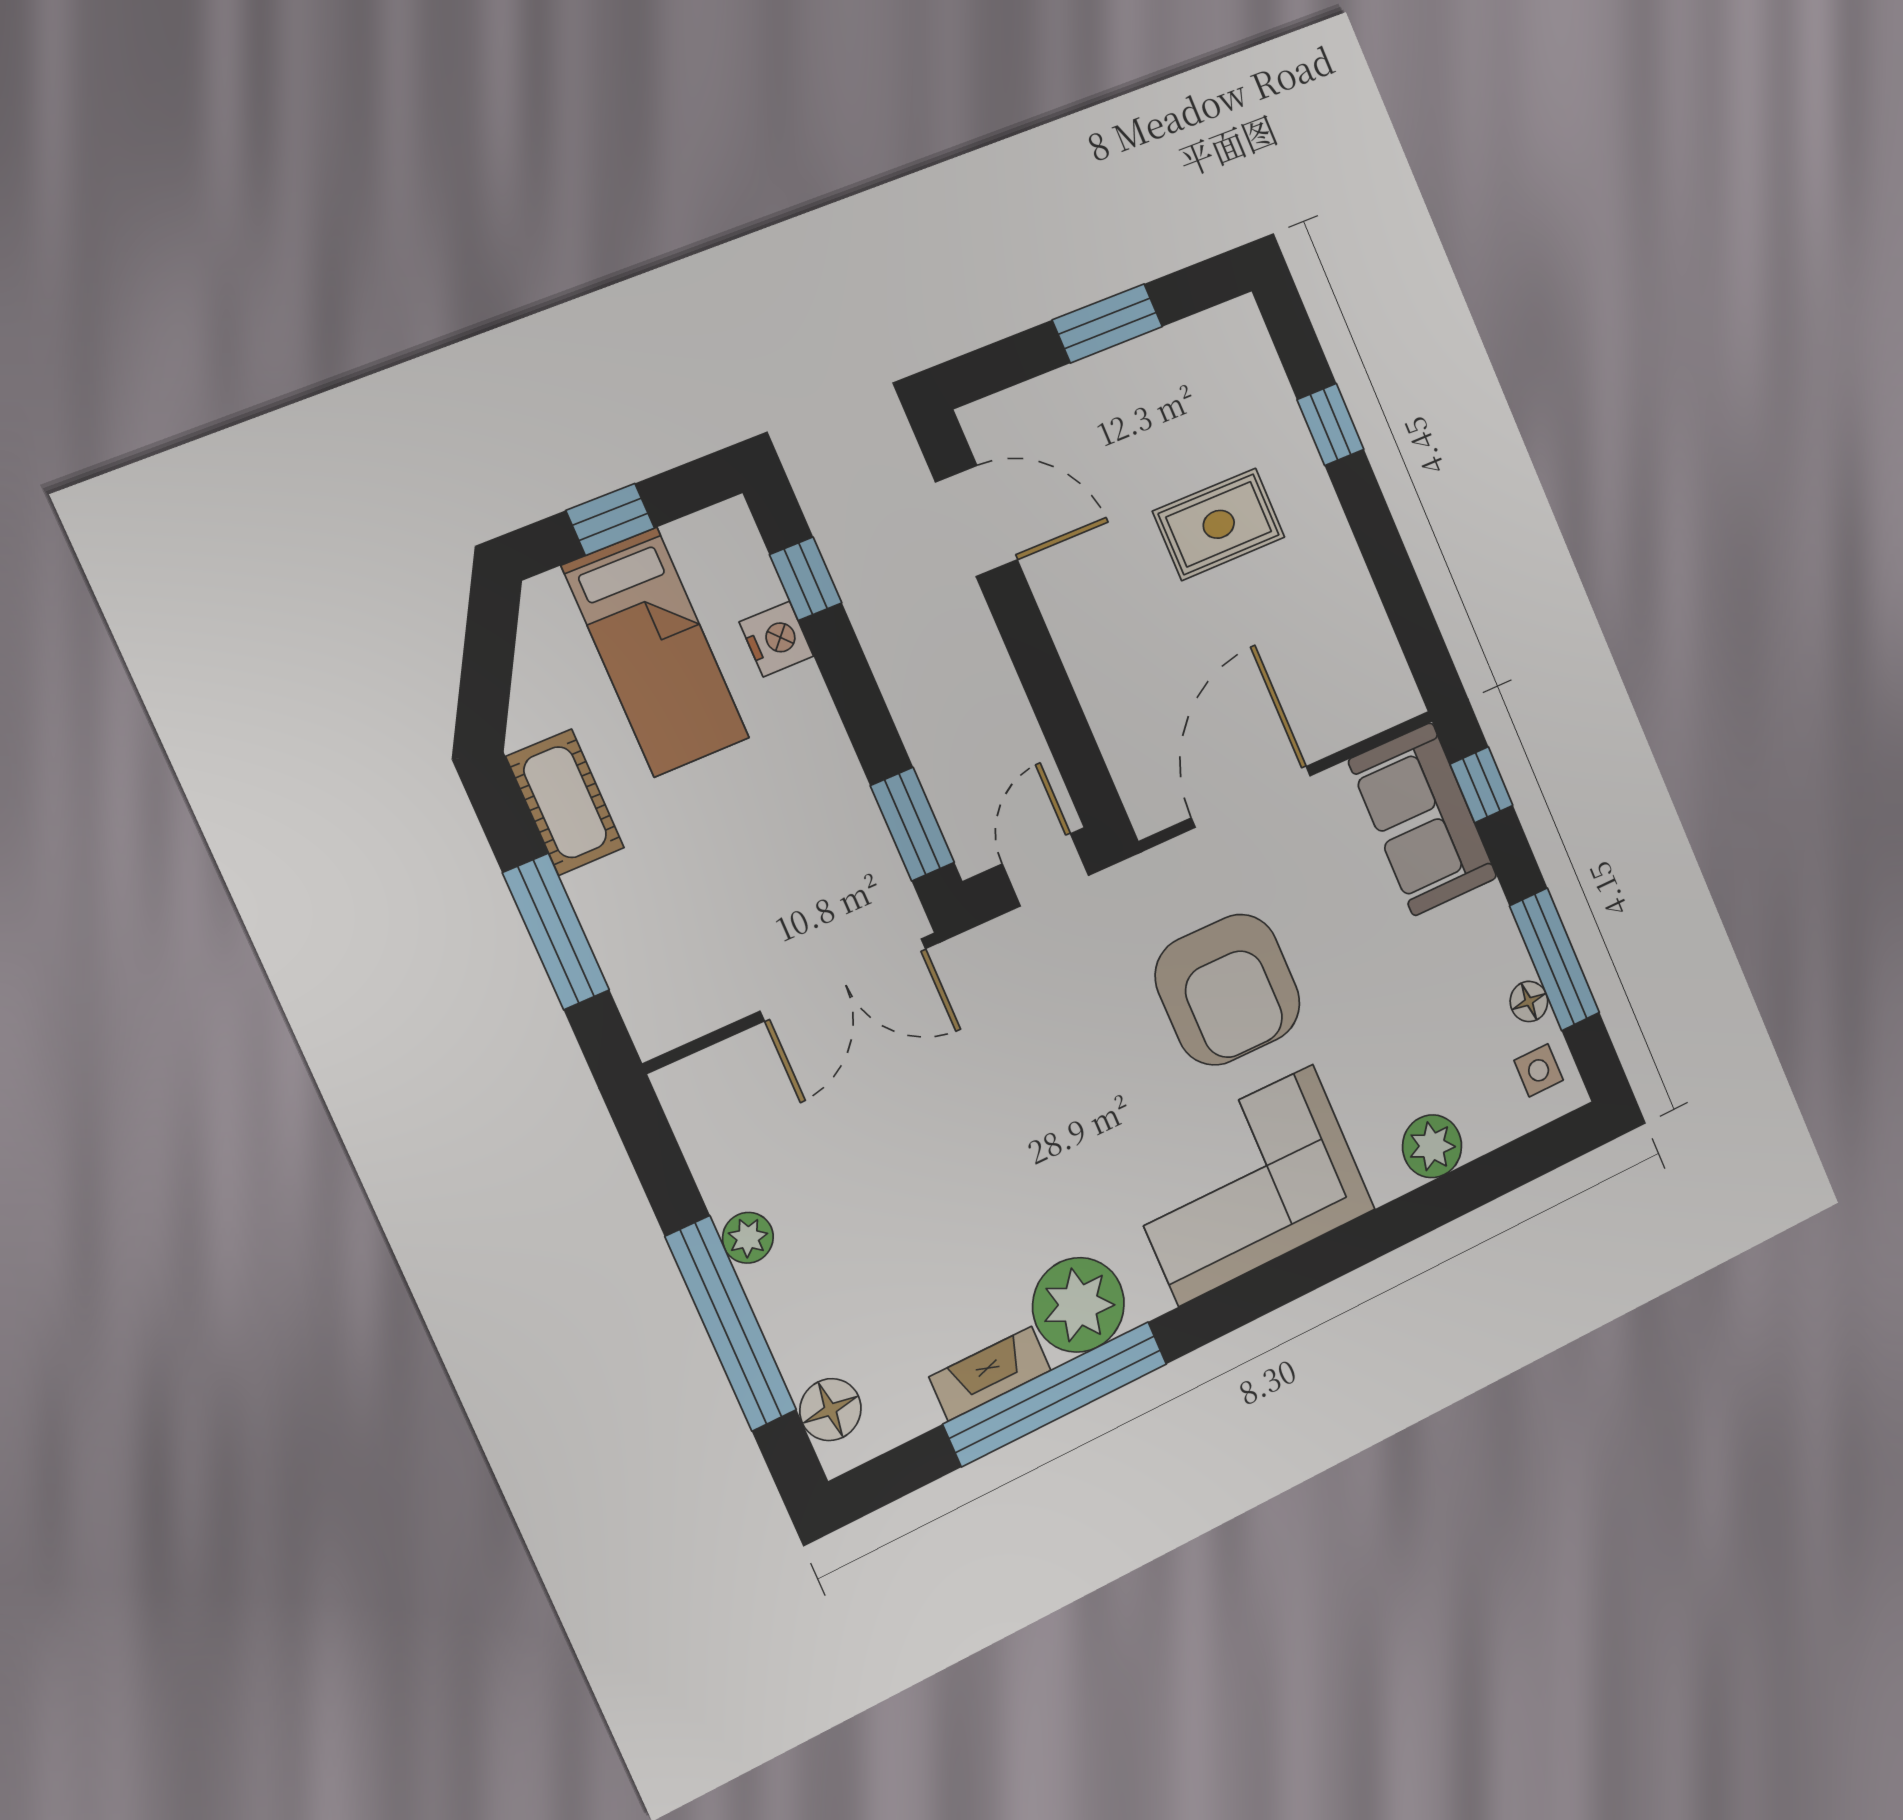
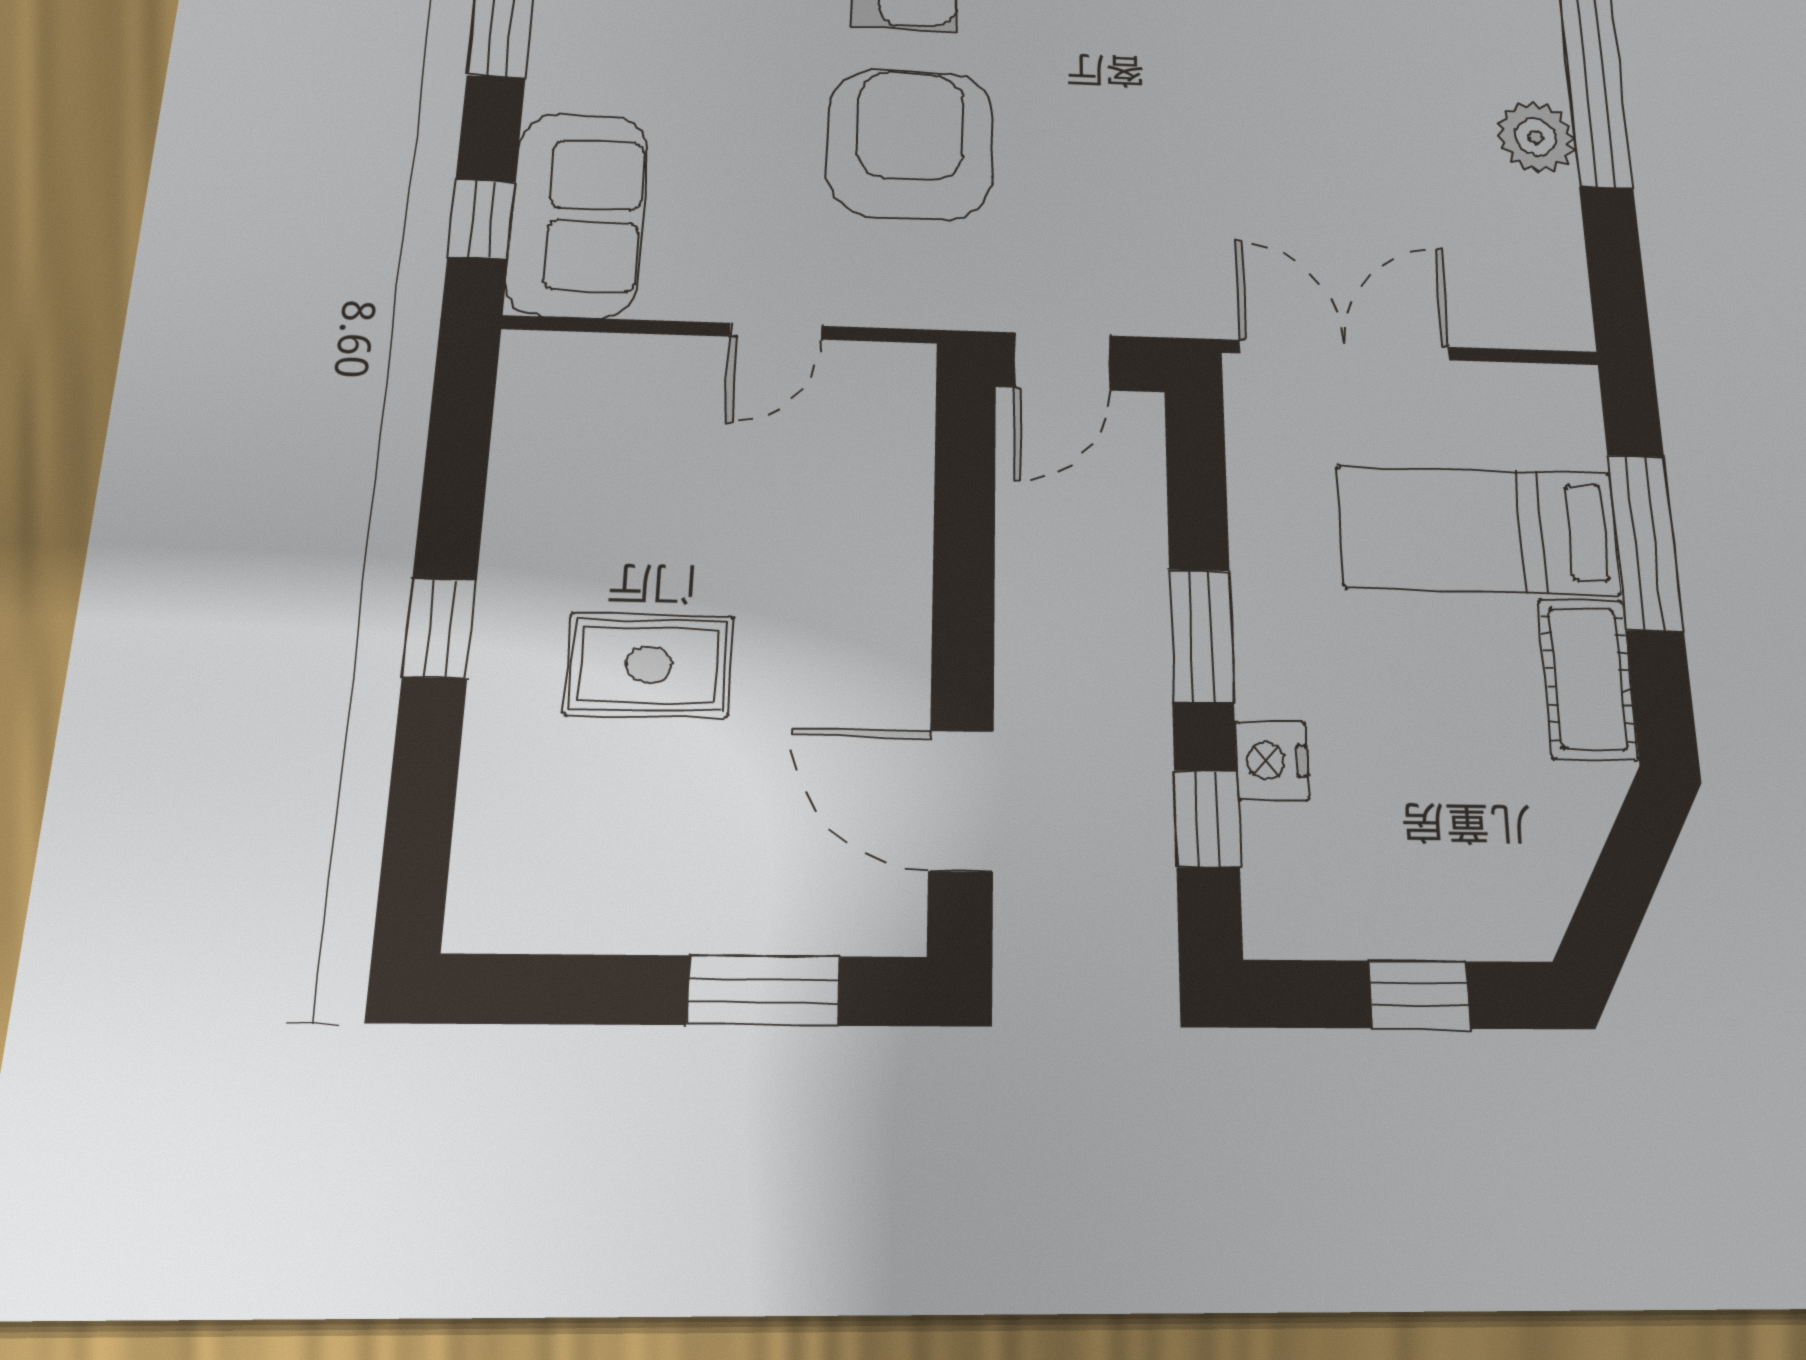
window: (1107, 323) -> (764, 990), moved
window: (1331, 425) -> (440, 628), moved
bed: (655, 652) -> (1479, 530), moved, turned -90
door: (1251, 797) -> (776, 331), width x0.53
window: (912, 824) -> (1201, 636), moved
plant: (748, 1238) -> (1536, 137), width x1.38, depth x1.38

